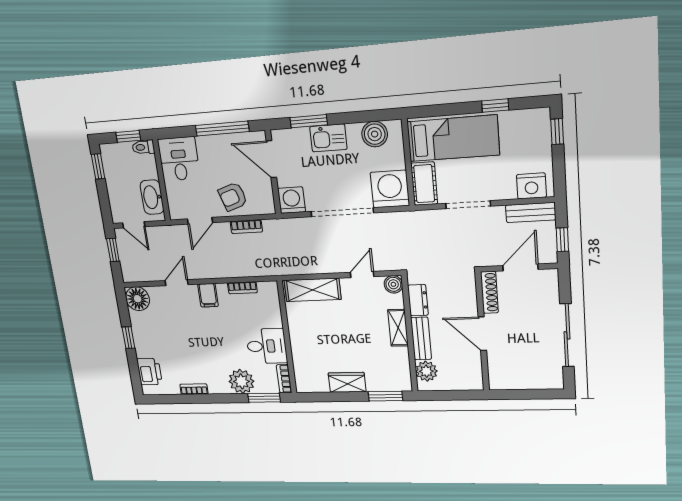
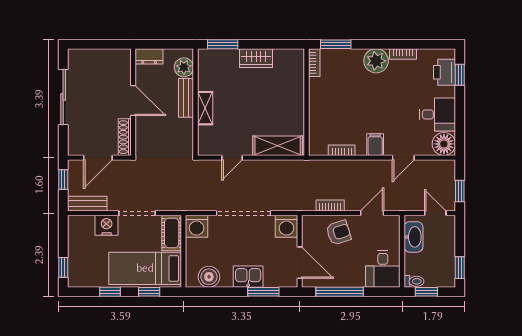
window: (446, 110) -> (149, 292), added
nightstand: (531, 186) -> (107, 225), moved
washing machine: (390, 189) -> (197, 226), width x0.73, depth x0.73
boiler: (393, 284) -> (206, 148), removed
dresser: (418, 300) -> (149, 56), moved, turned -90
window: (128, 338) -> (460, 75), moved
desk: (267, 346) -> (438, 114), moved, turned 180
plant: (241, 381) -> (376, 61), moved

